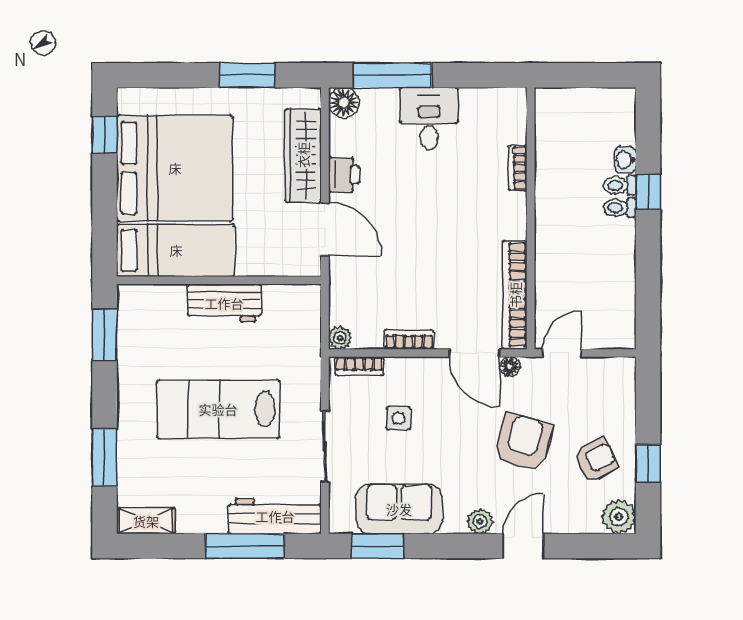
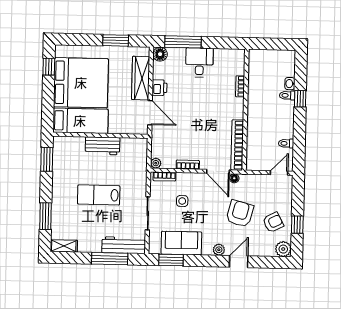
toilet: (620, 208) -> (286, 143), moved
door: (562, 353) -> (279, 173), moved
lab bench: (218, 409) -> (99, 195), width x0.73, depth x0.72

